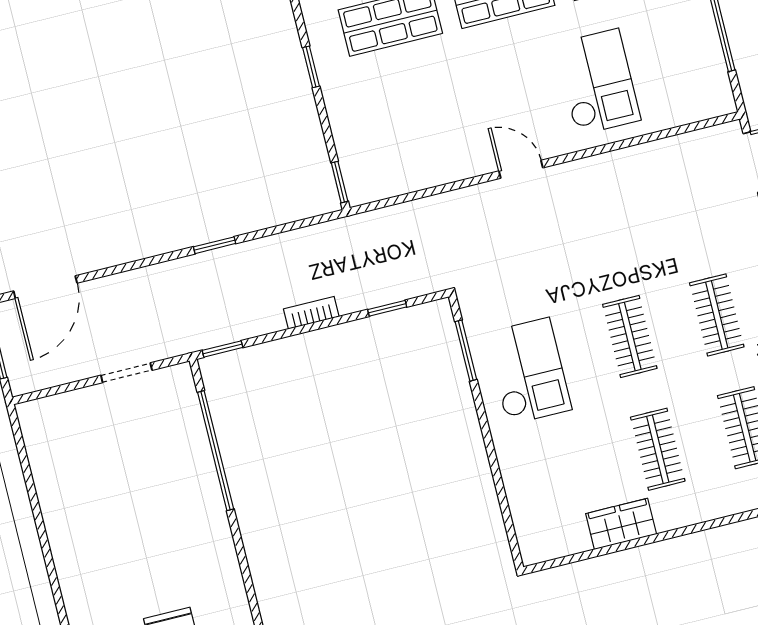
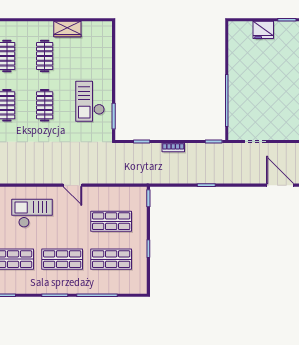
checkout: (598, 82) -> (32, 213), turned 90
shop shelf: (412, 108) -> (111, 221), added
door: (45, 287) -> (280, 185), hinge flipped

